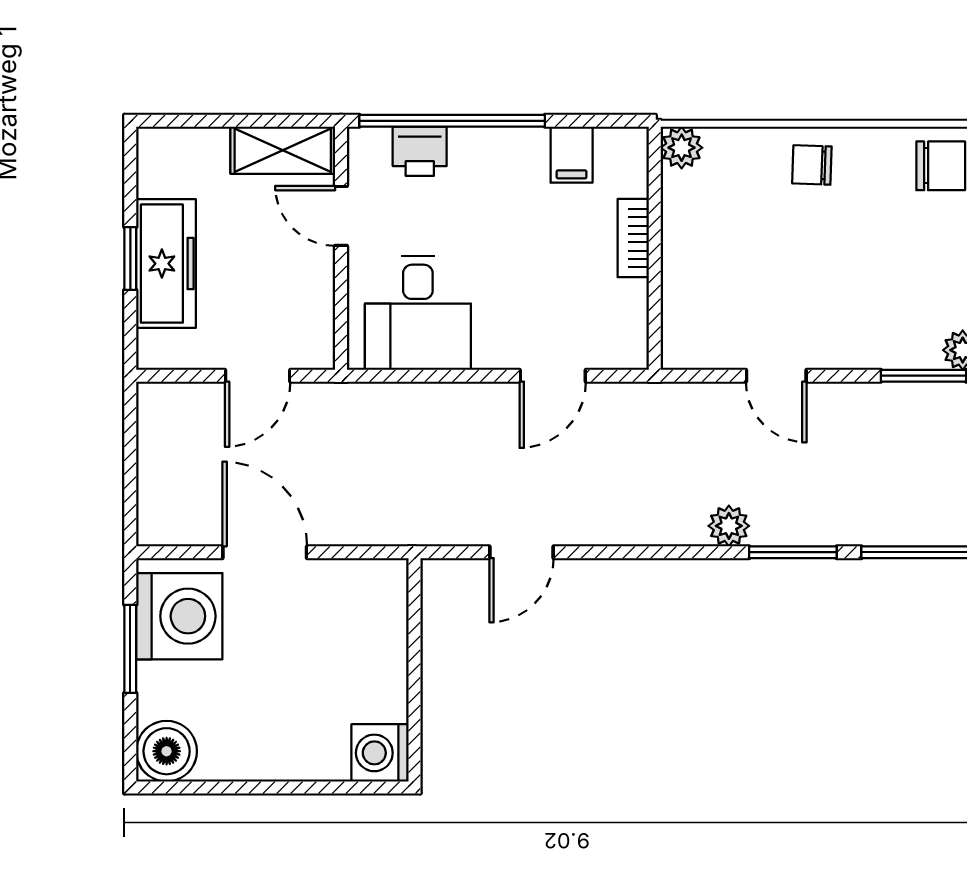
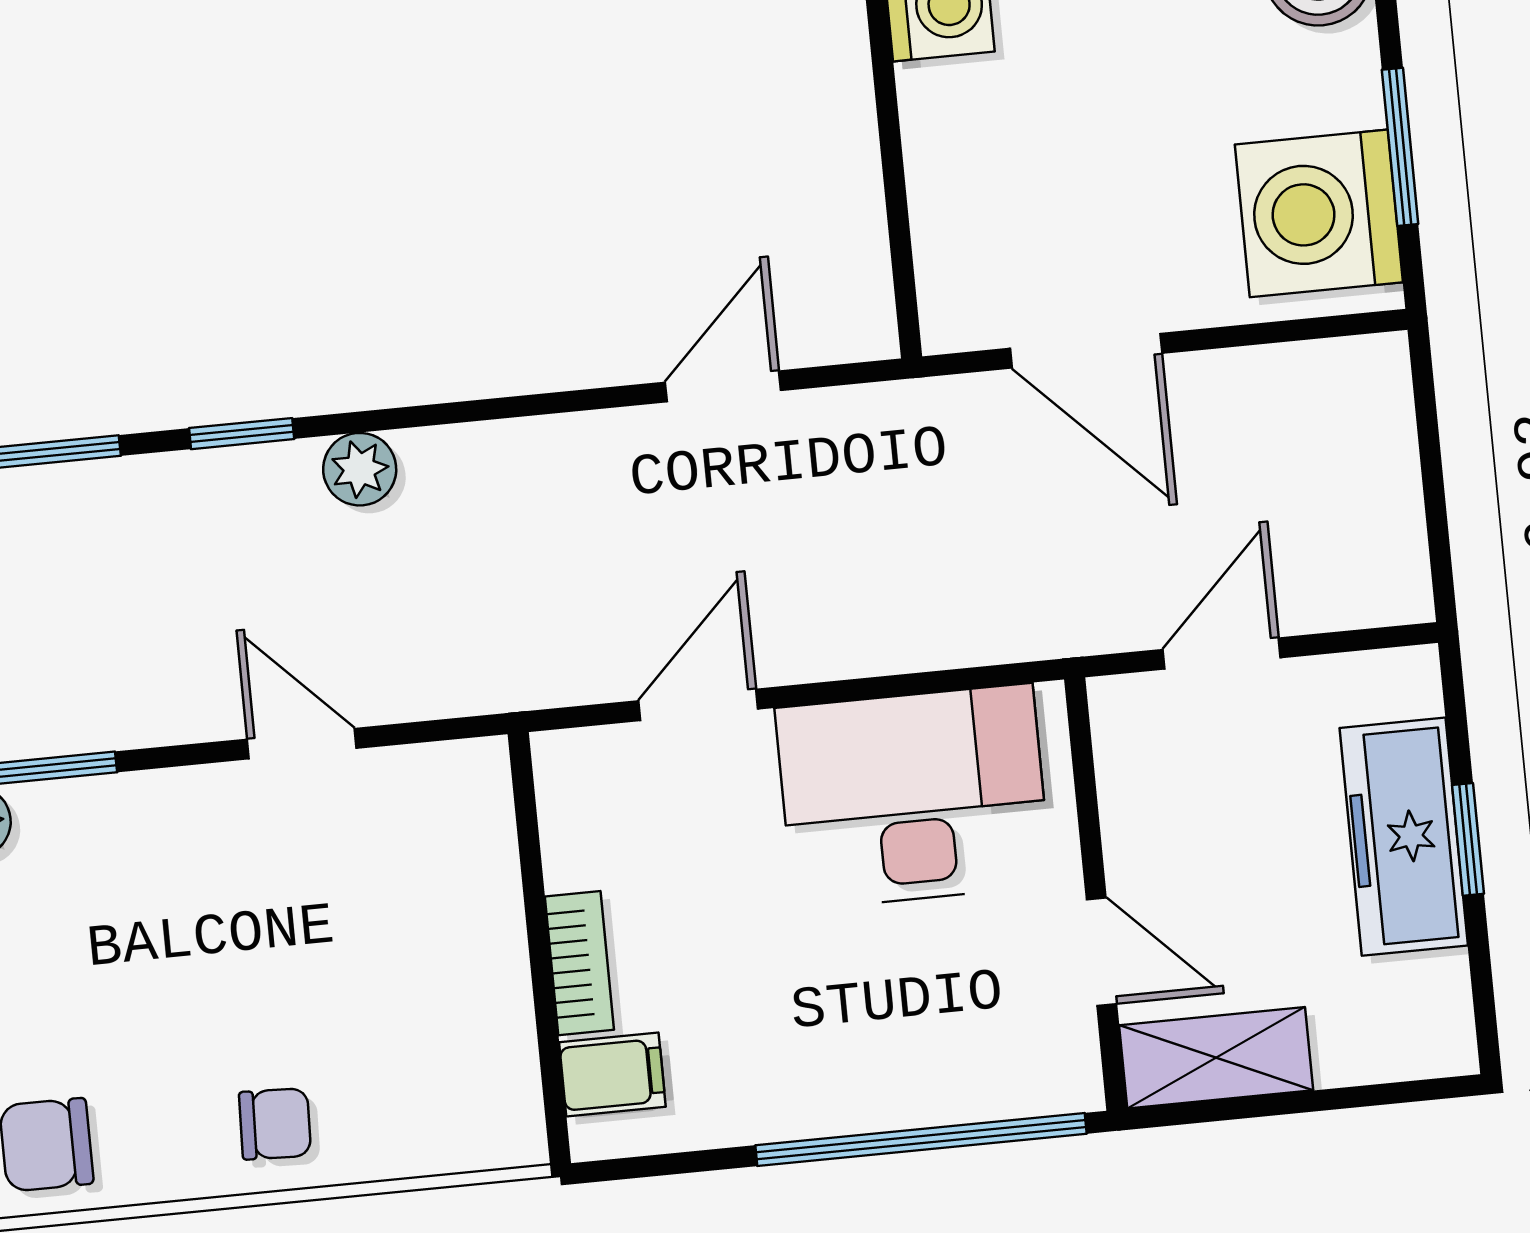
plant: (682, 148) -> (509, 1132), removed
printer: (420, 151) -> (973, 1080), removed
filing cabinet: (572, 155) -> (612, 1075), moved, turned 90
desk: (418, 313) -> (913, 797), width x1.37
door: (265, 552) -> (1086, 351), moved
window: (793, 552) -> (242, 434), width x0.67

